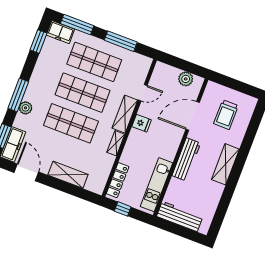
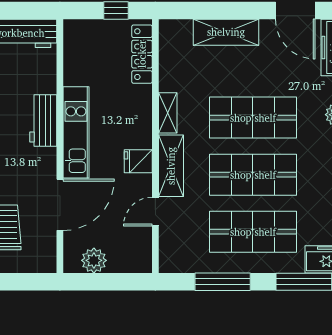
workbench: (186, 159) -> (43, 121), width x0.73
kitchen unit: (157, 185) -> (76, 132), moved

